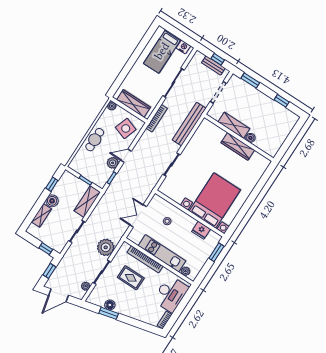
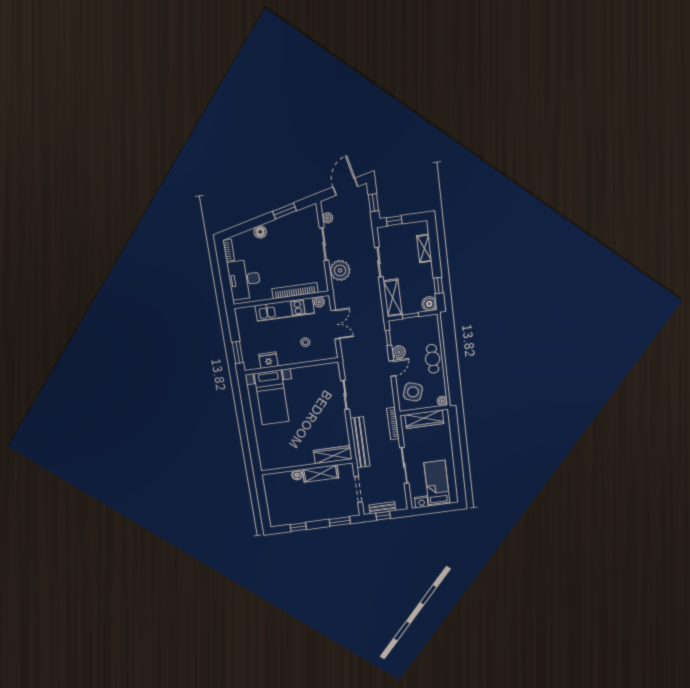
wardrobe: (238, 146) -> (333, 455), moved
bed with nightstands: (215, 200) -> (272, 397), width x0.73
boiler: (52, 201) -> (429, 304), moved
plant: (185, 271) -> (319, 302), moved
rug: (131, 278) -> (293, 262), removed
floor lamp: (110, 305) -> (260, 232), moved

